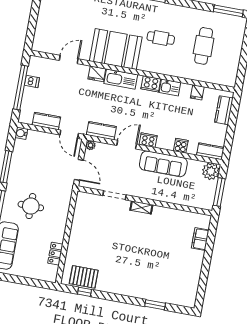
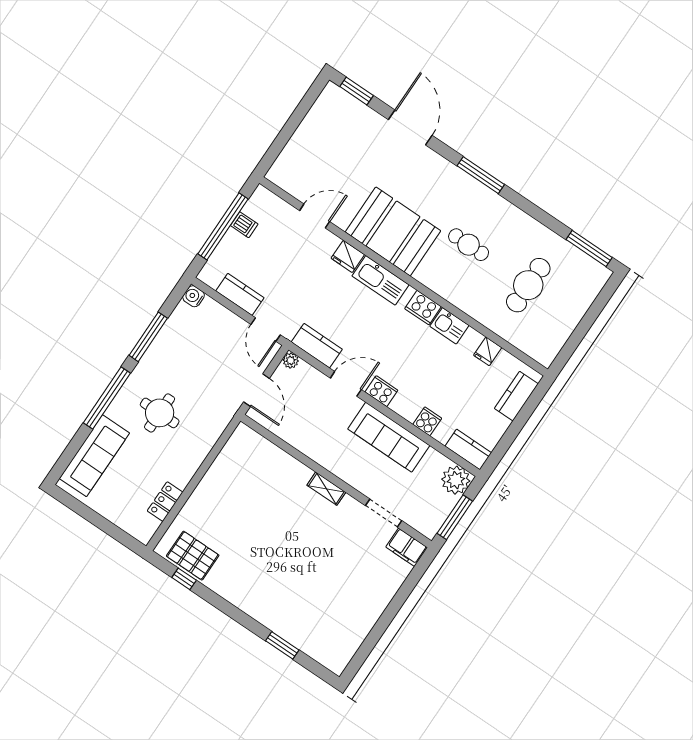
doorway: (114, 195) -> (384, 513), moved
filing cabinet: (200, 239) -> (407, 547), moved, turned -90

